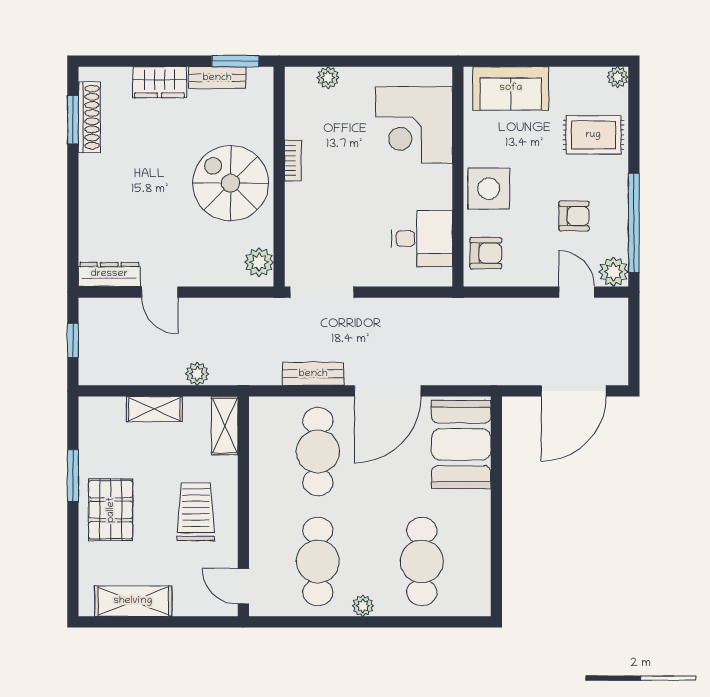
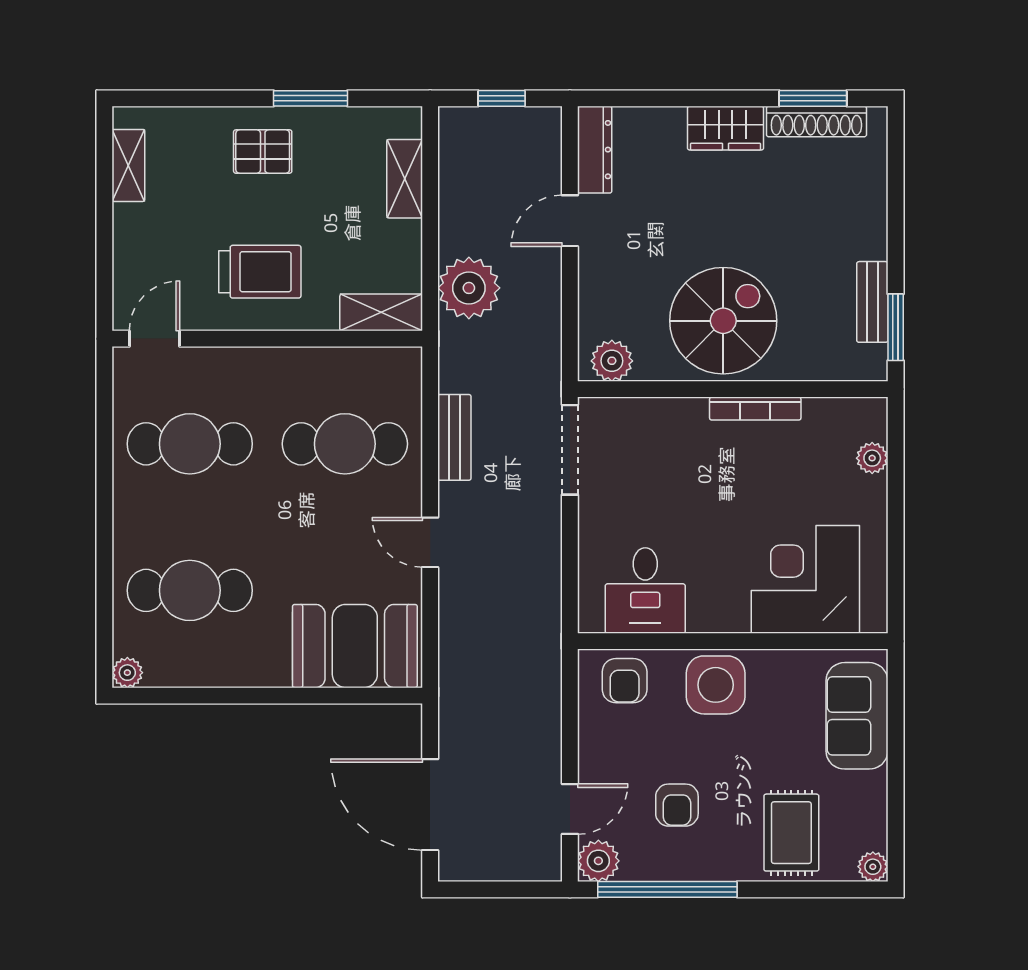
wardrobe: (159, 82) -> (725, 128), moved, turned -90
bookcase: (293, 161) -> (755, 409), width x1.56
plant: (197, 374) -> (469, 288), width x1.88, depth x1.88
door: (388, 391) -> (430, 542), width x0.53
shelving: (154, 409) -> (405, 179), moved
pallet: (111, 510) -> (263, 152), width x0.67, depth x0.71
shelving: (133, 601) -> (128, 165), width x0.67, depth x0.75
plant: (363, 606) -> (127, 673), moved

